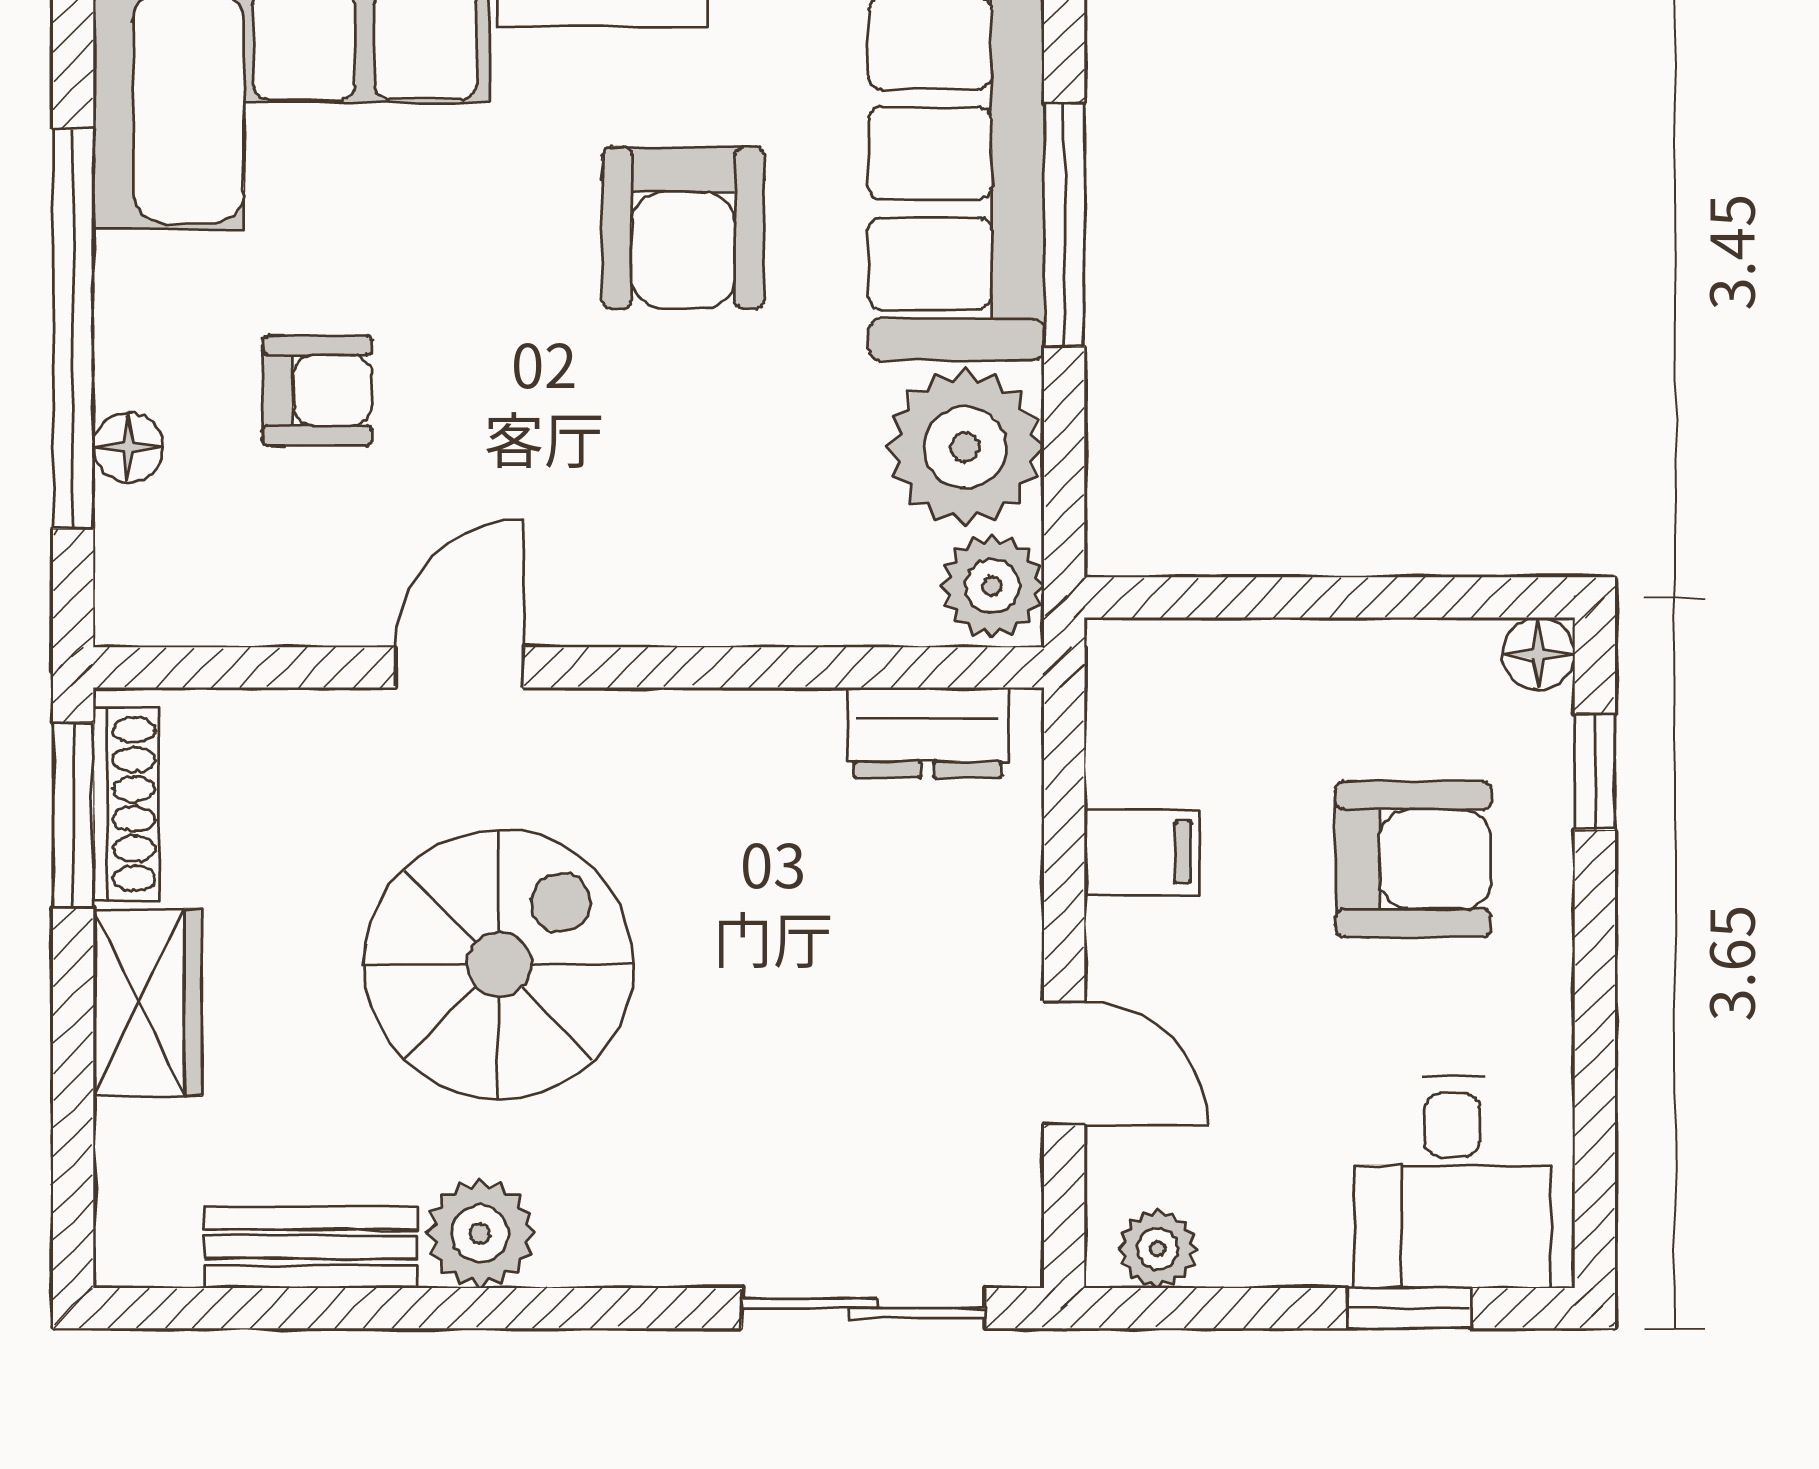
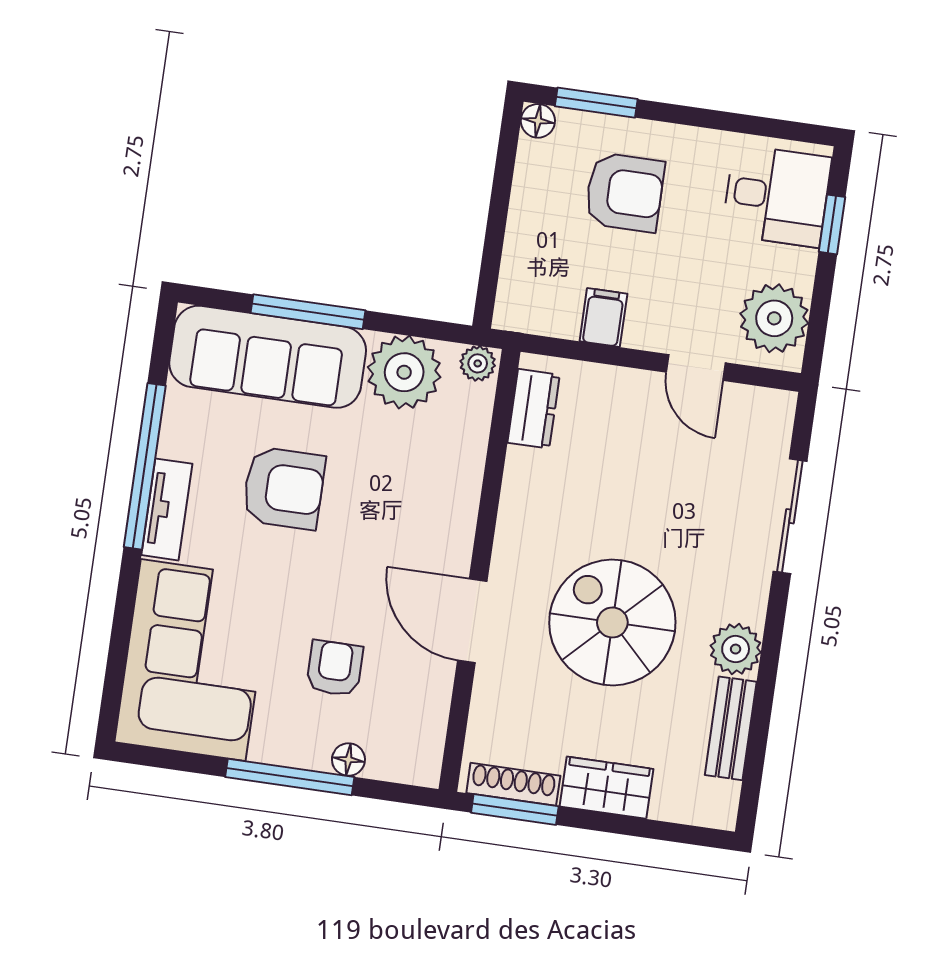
window: (73, 328) -> (290, 777), width x0.68
plant: (992, 586) -> (478, 363), width x0.73, depth x0.73
door: (459, 667) -> (472, 621), width x1.38
window: (1595, 772) -> (596, 103), width x1.50
armchair: (1414, 859) -> (625, 192), turned 90
door: (1064, 1063) -> (696, 368), swing flipped
plant: (1158, 1249) -> (774, 318), width x1.87, depth x1.87
sliding door: (864, 1308) -> (790, 516), moved

